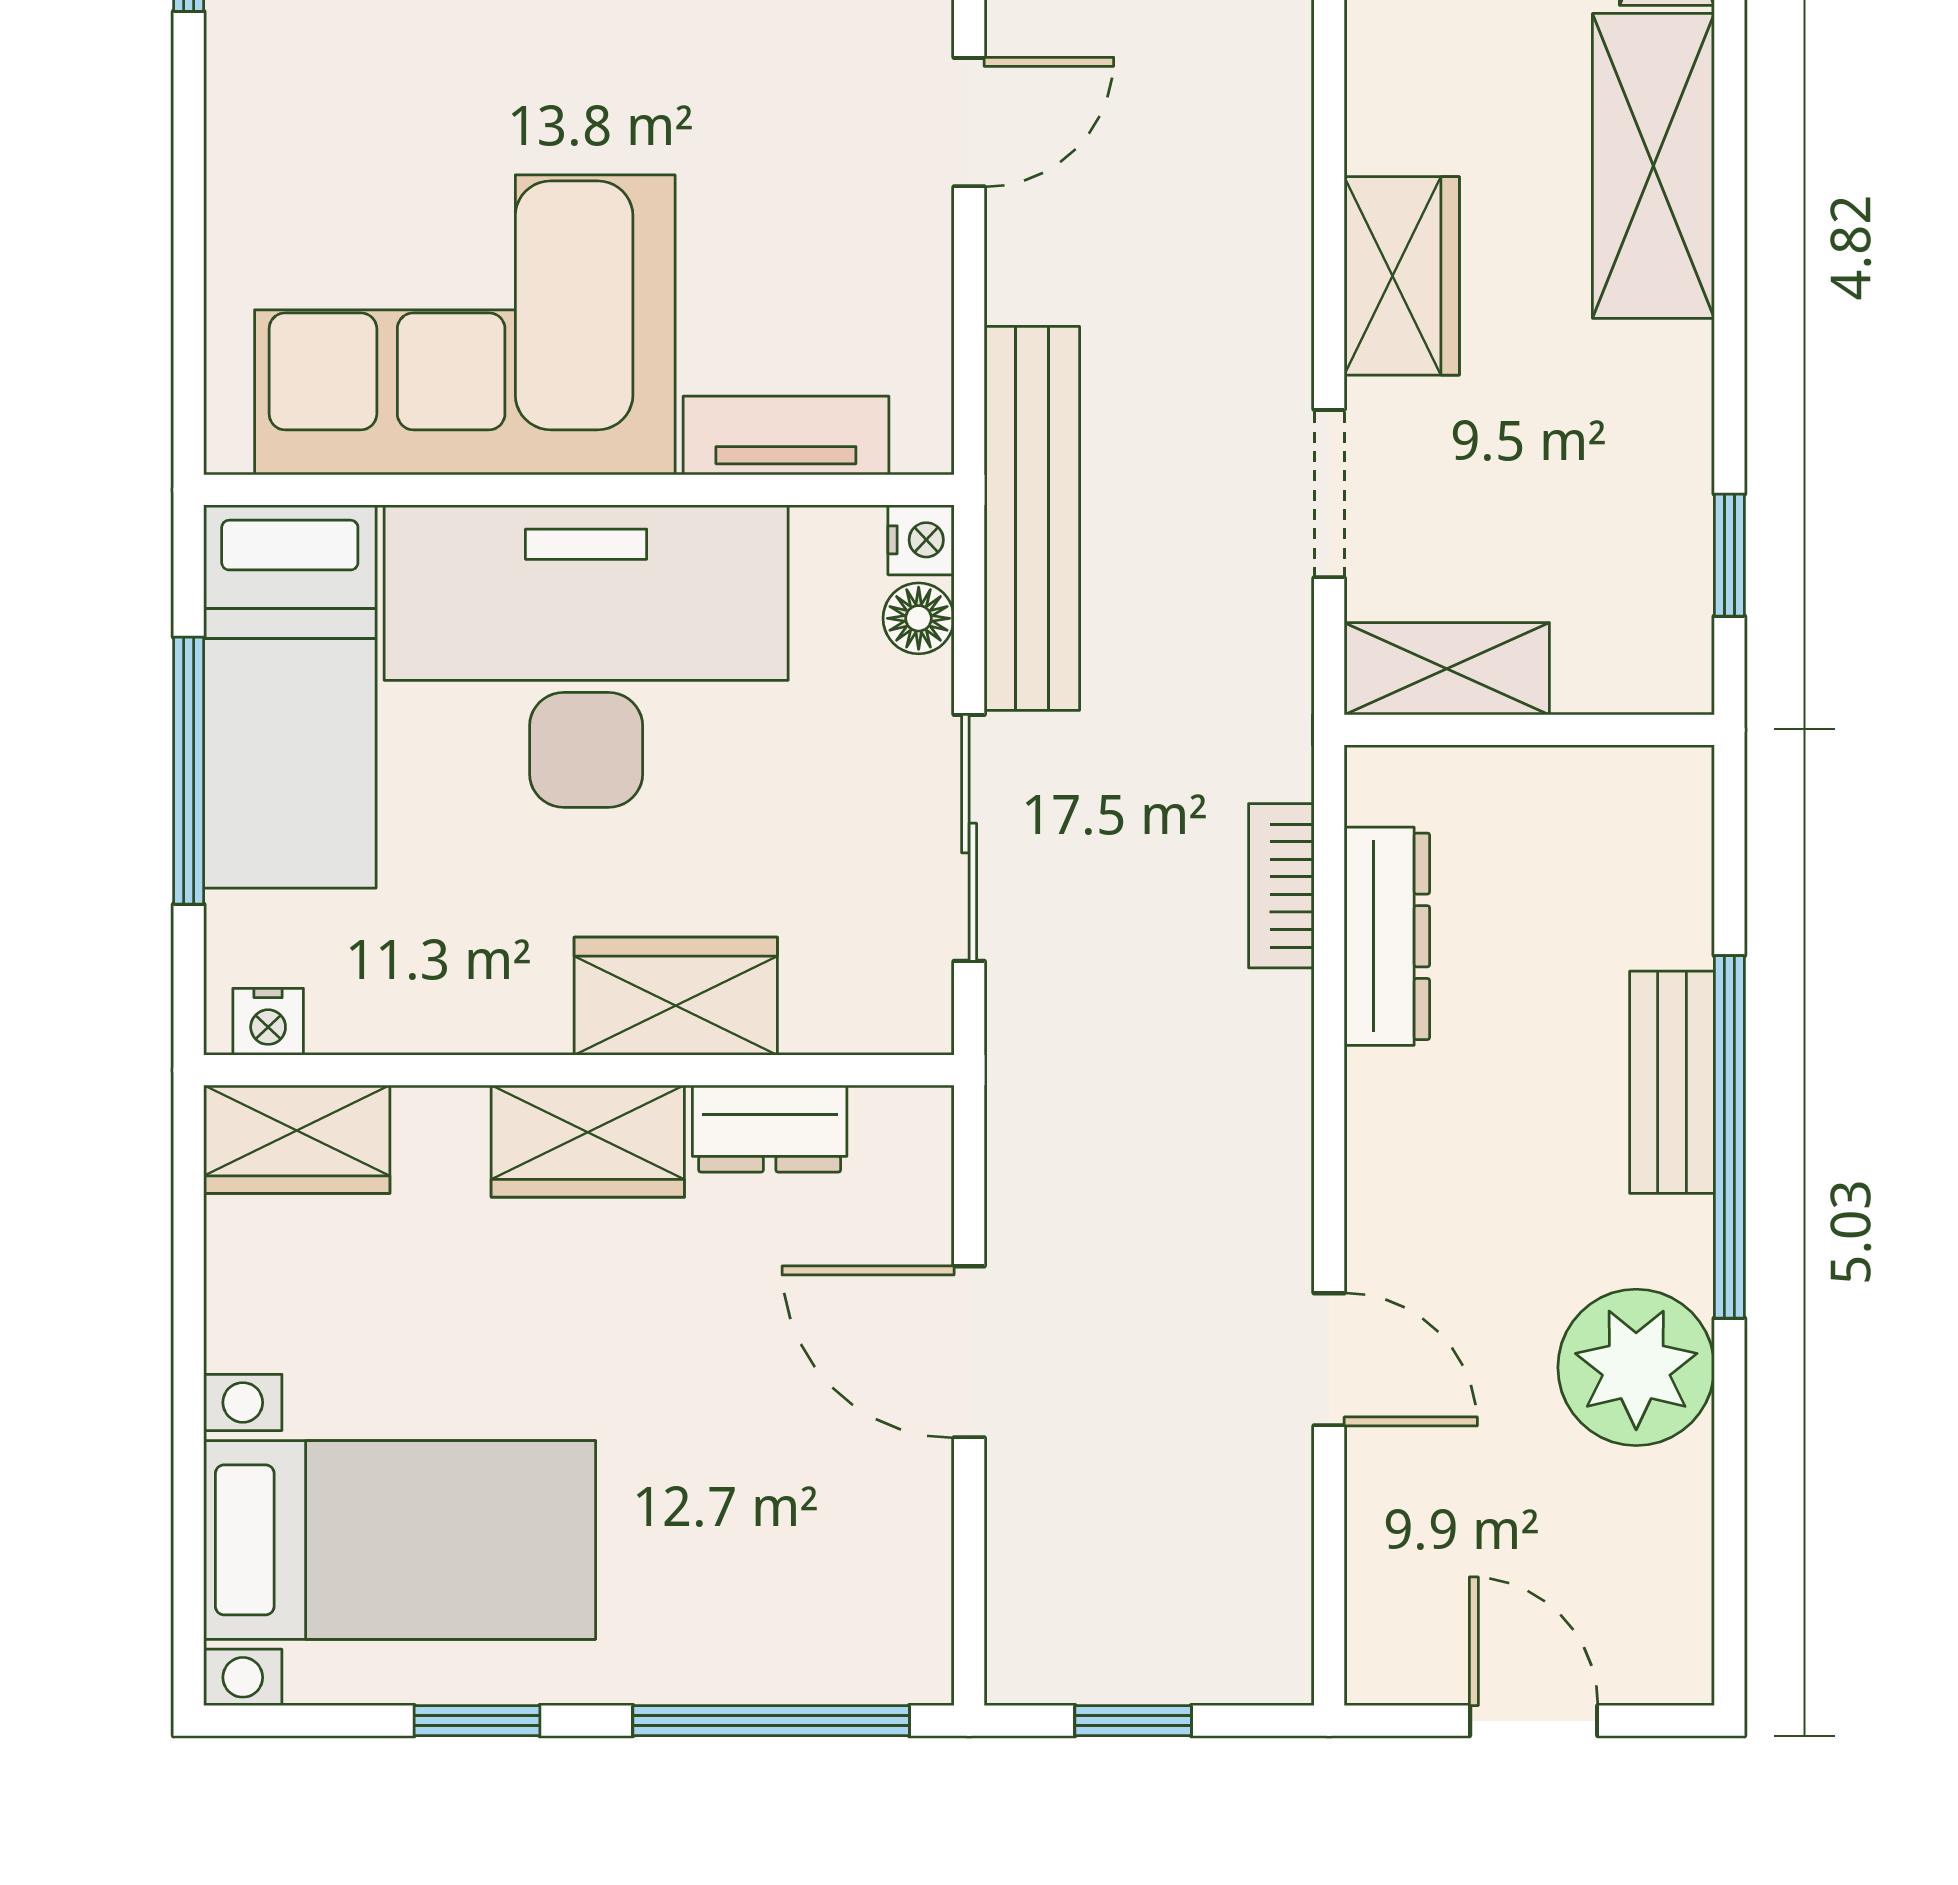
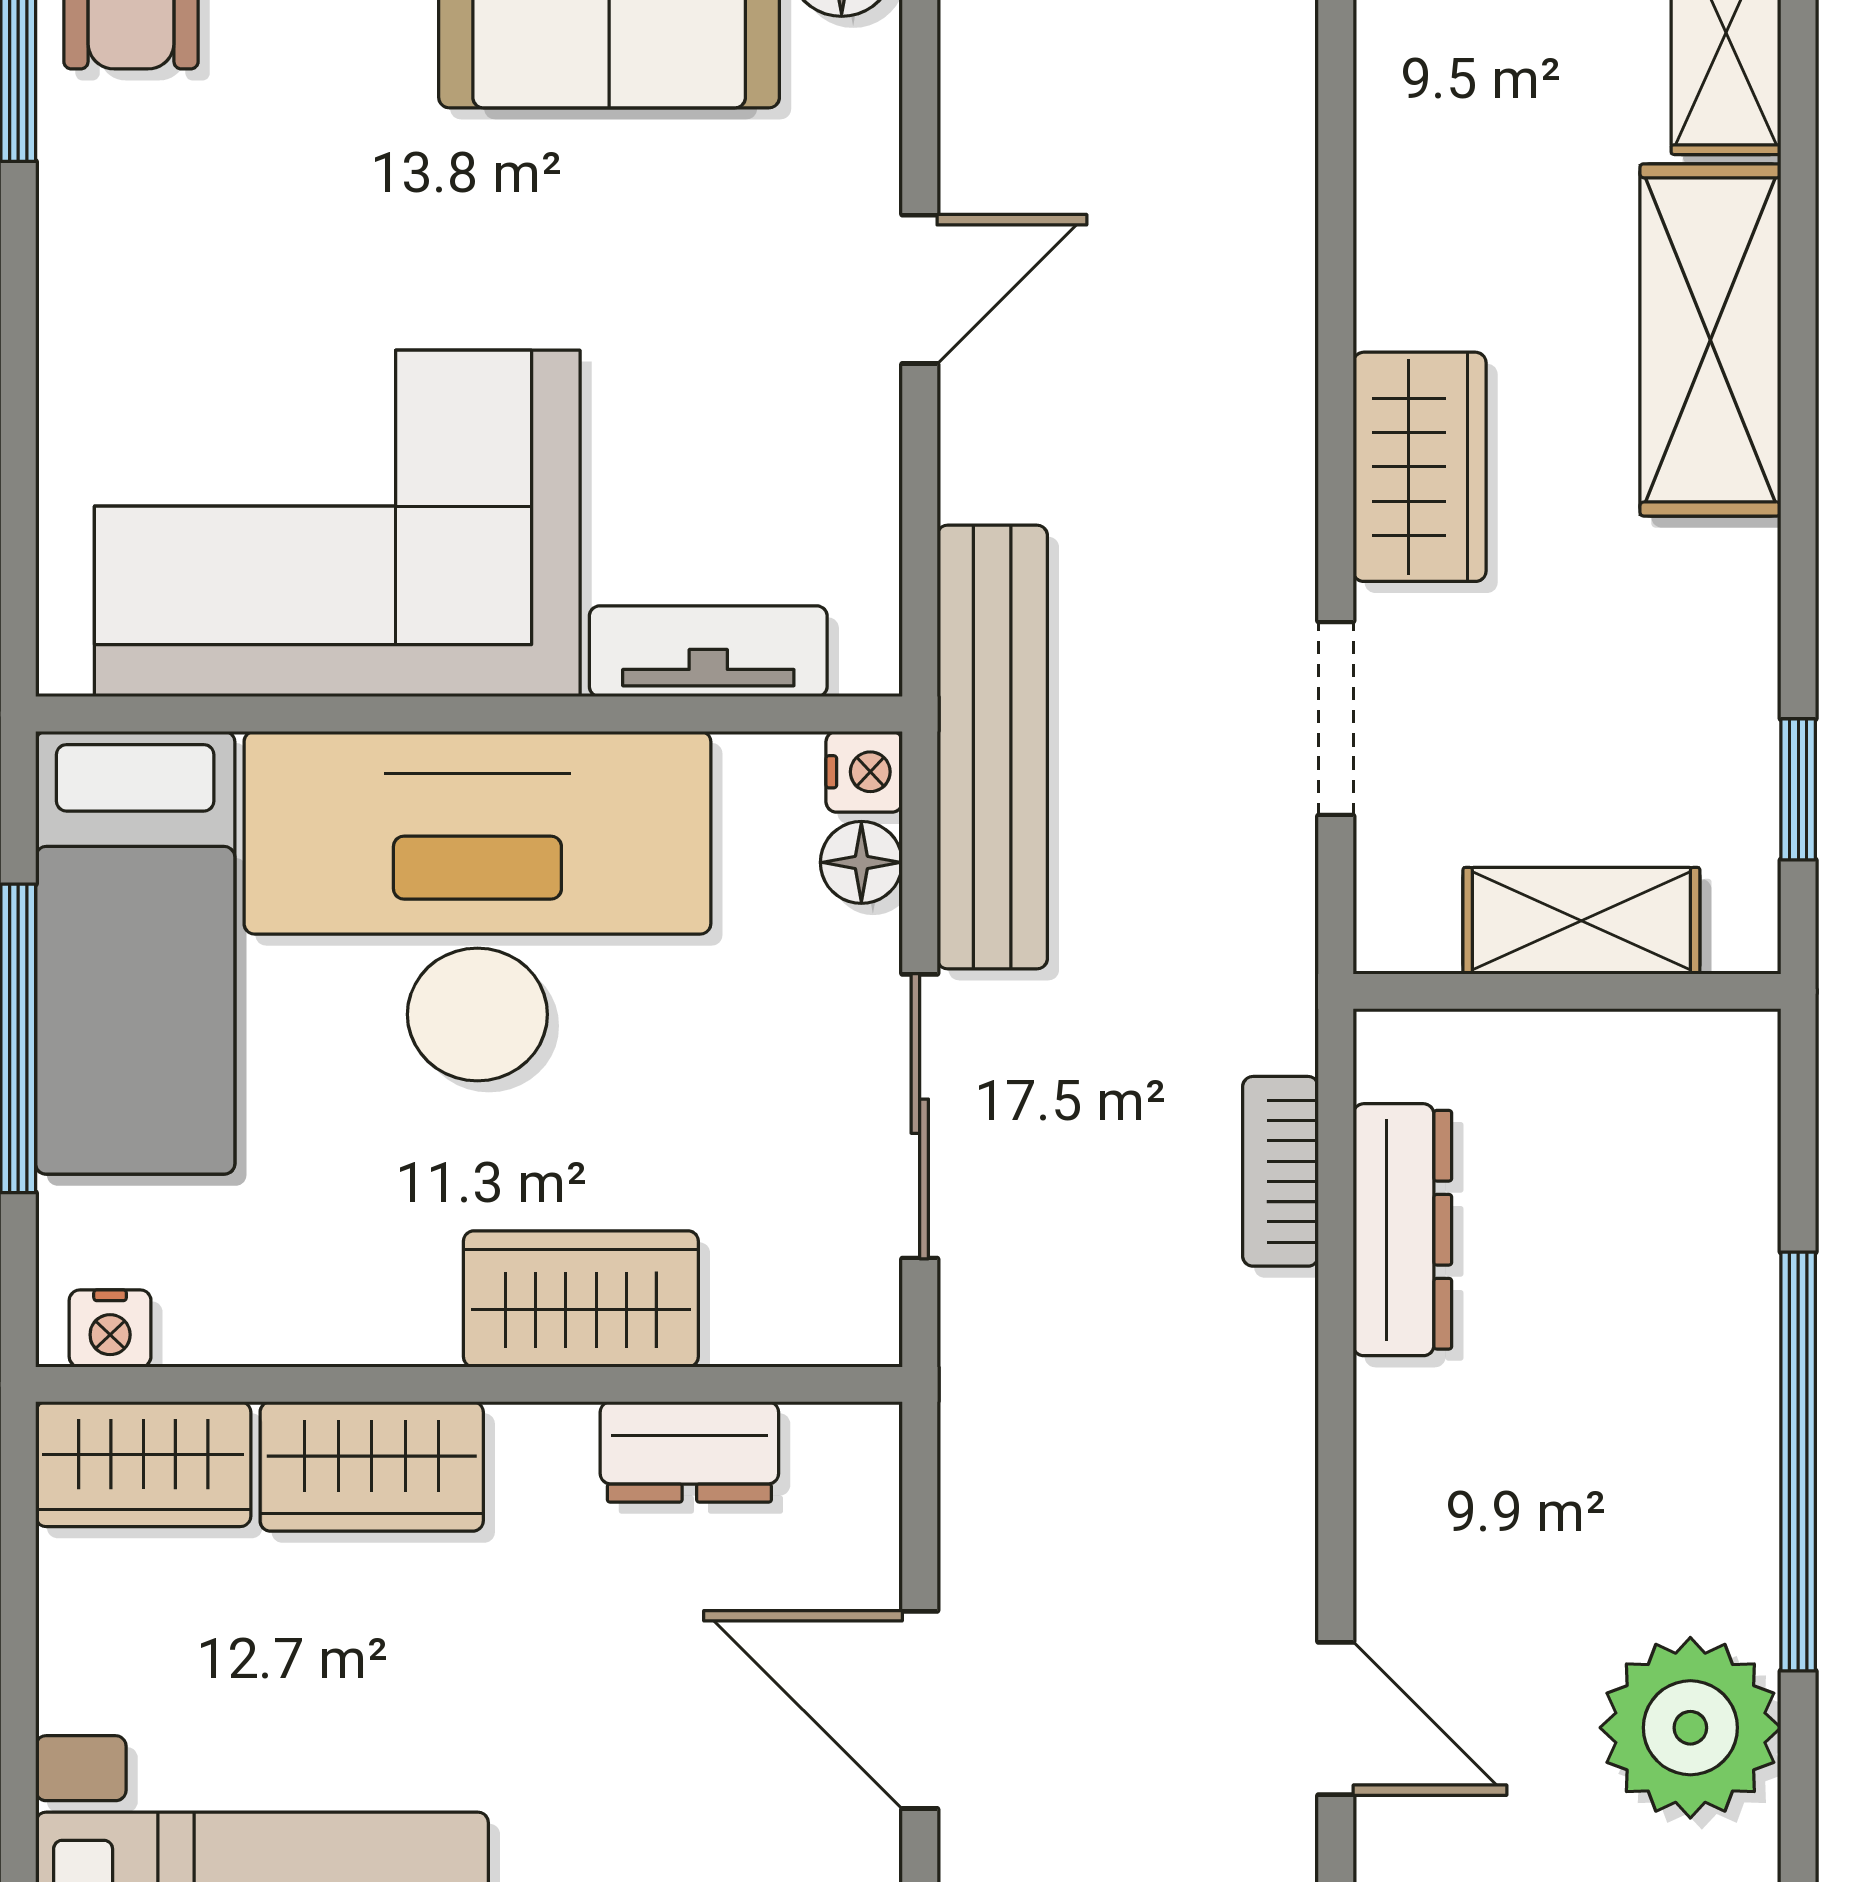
shelving: (1447, 669) -> (1581, 921), moved
bench: (1672, 1082) -> (1732, 1398), removed
wardrobe: (588, 1141) -> (372, 1466), moved

